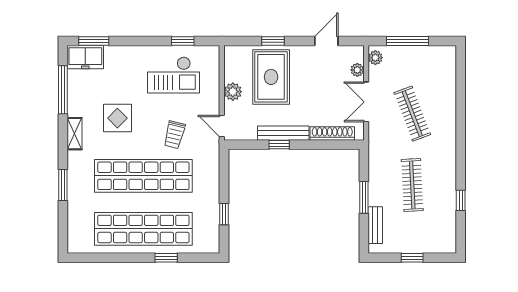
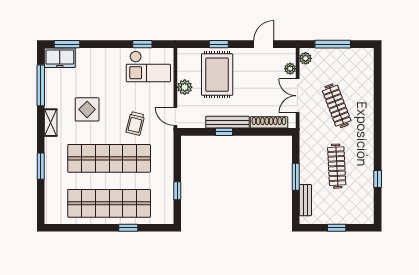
checkout: (173, 75) -> (148, 67), moved

